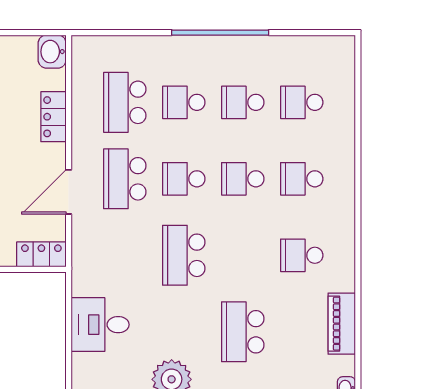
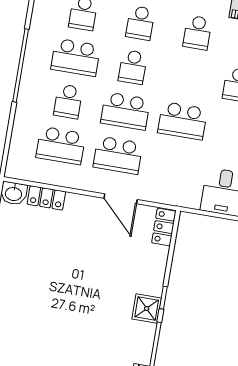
school desk: (243, 102) -> (76, 57), width x1.85
locker: (53, 117) -> (46, 198), moved
school desk: (184, 179) -> (125, 111), width x1.85

